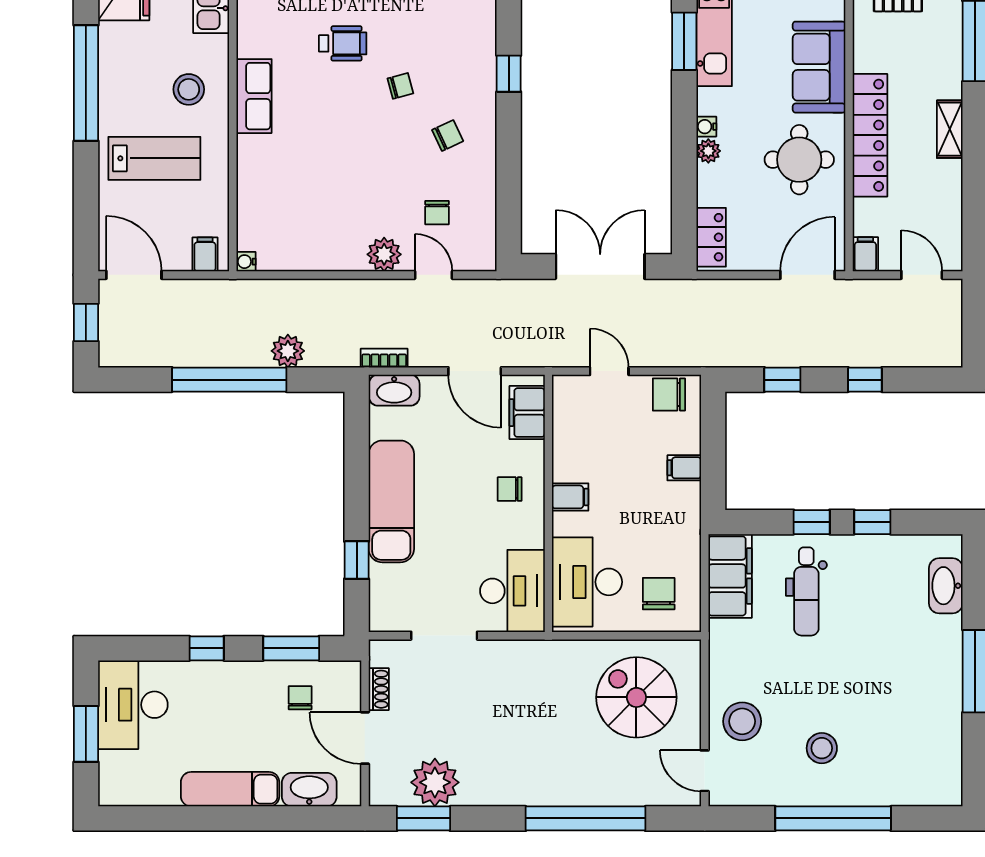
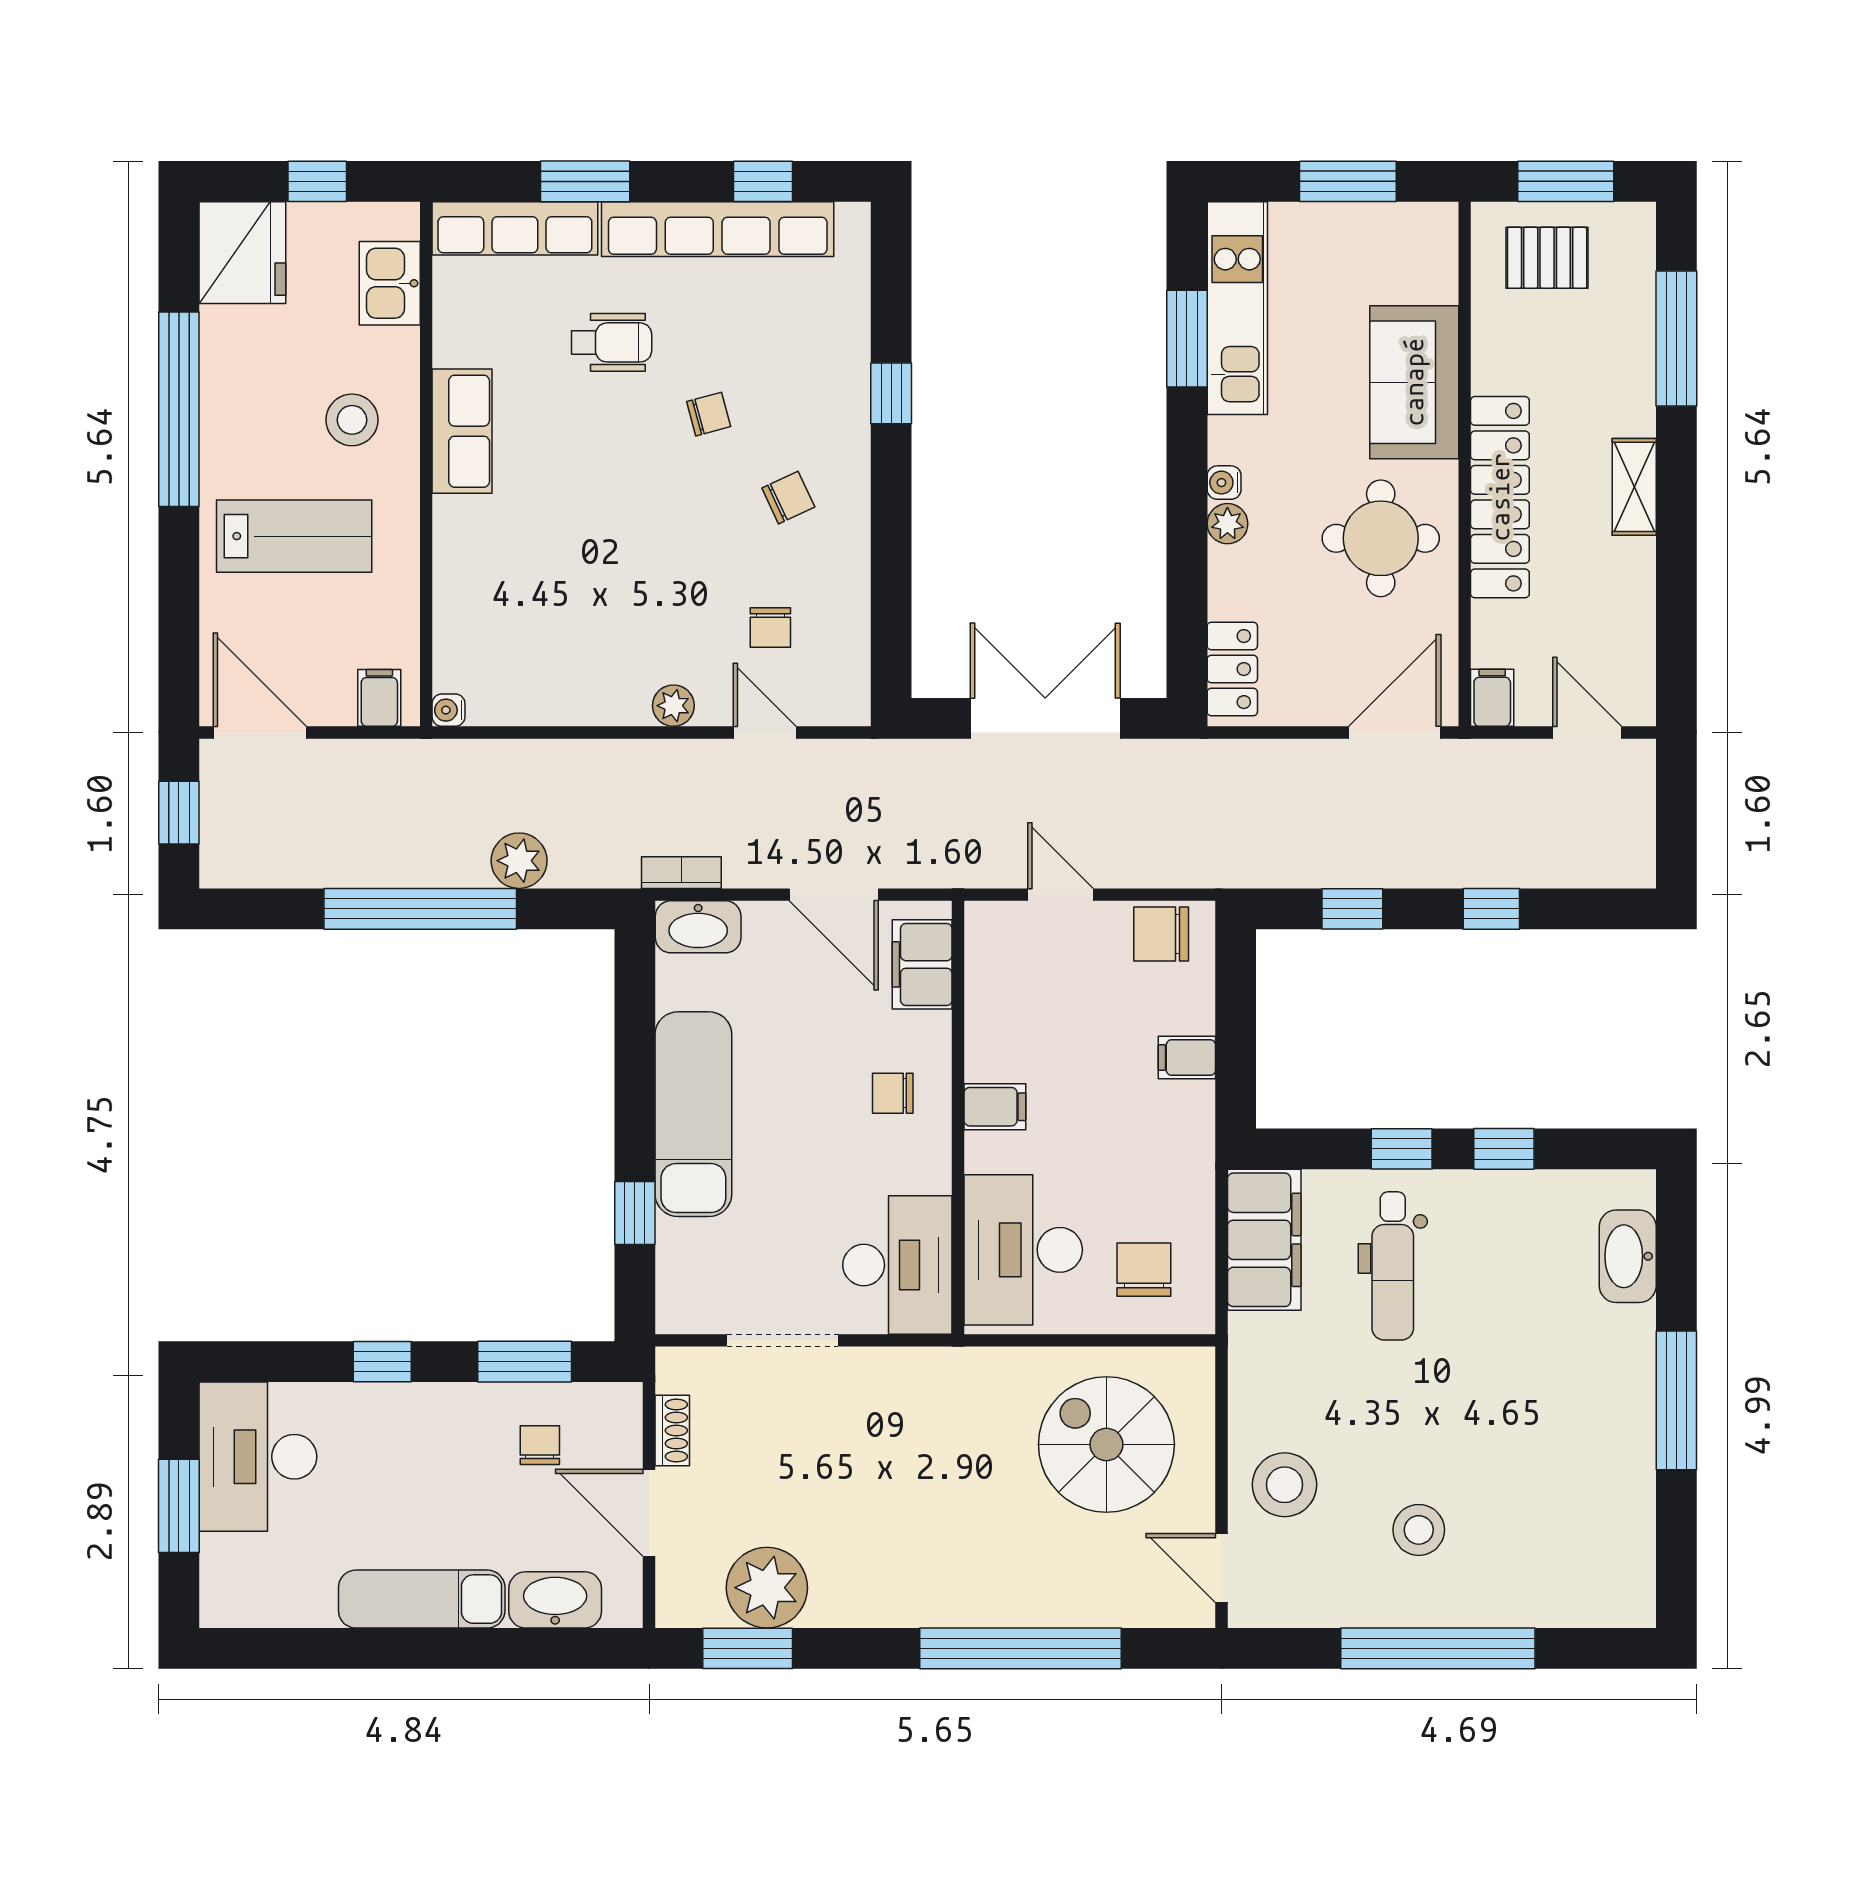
plant: (384, 254) -> (673, 706), width x0.73, depth x0.73

